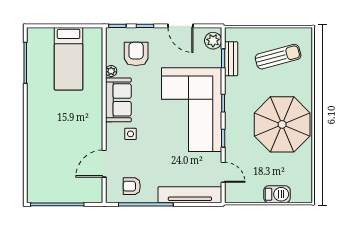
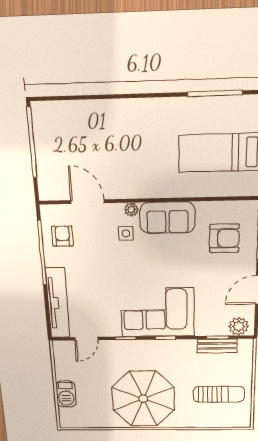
sun lounger: (278, 57) -> (219, 394), turned -75
plant: (111, 71) -> (131, 210), moved
corner sofa: (192, 110) -> (158, 312), width x0.73, depth x0.74

